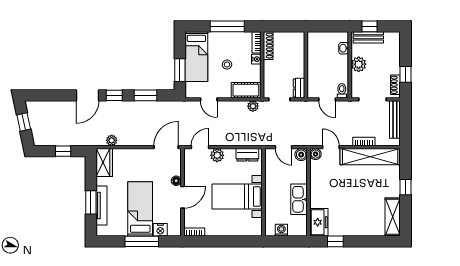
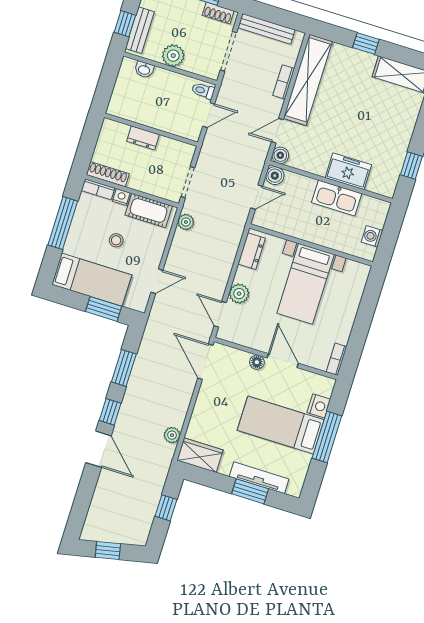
dresser: (299, 88) -> (143, 138), moved
cot: (246, 90) -> (149, 210), moved, turned 90
freezer: (319, 222) -> (348, 171), moved

